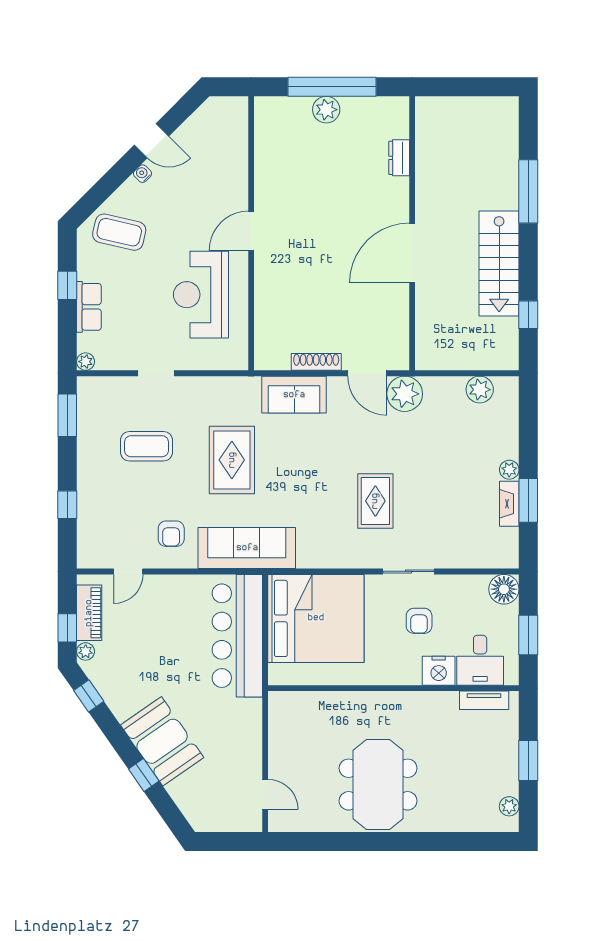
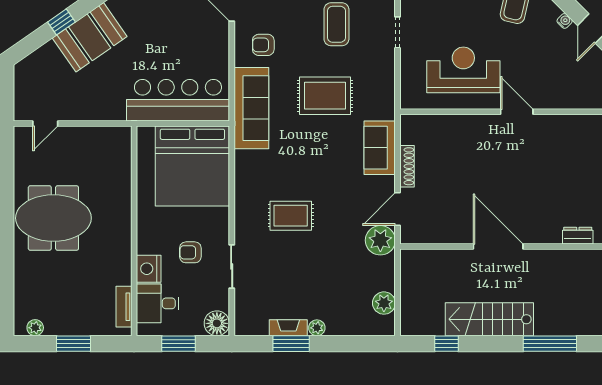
sliding door: (409, 571) -> (232, 267), moved

